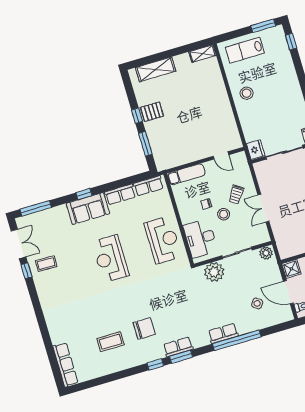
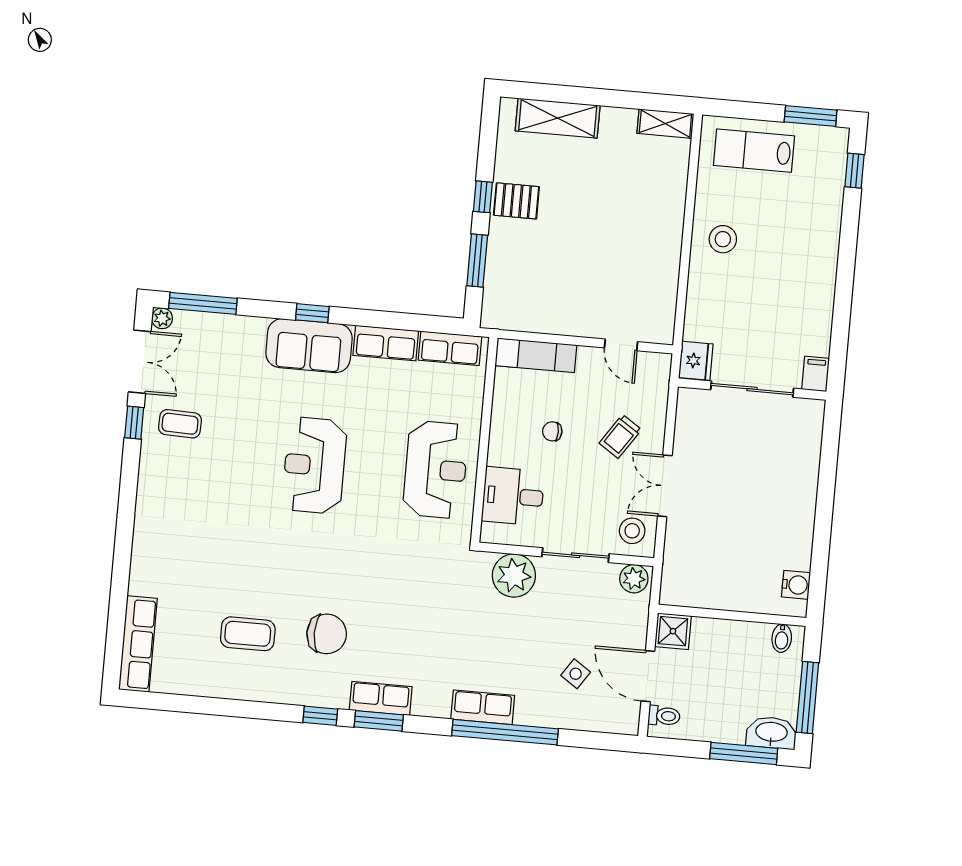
stool: (224, 214) -> (632, 531), moved
plant: (21, 222) -> (162, 318), added
desk: (200, 238) -> (513, 496), width x0.73

